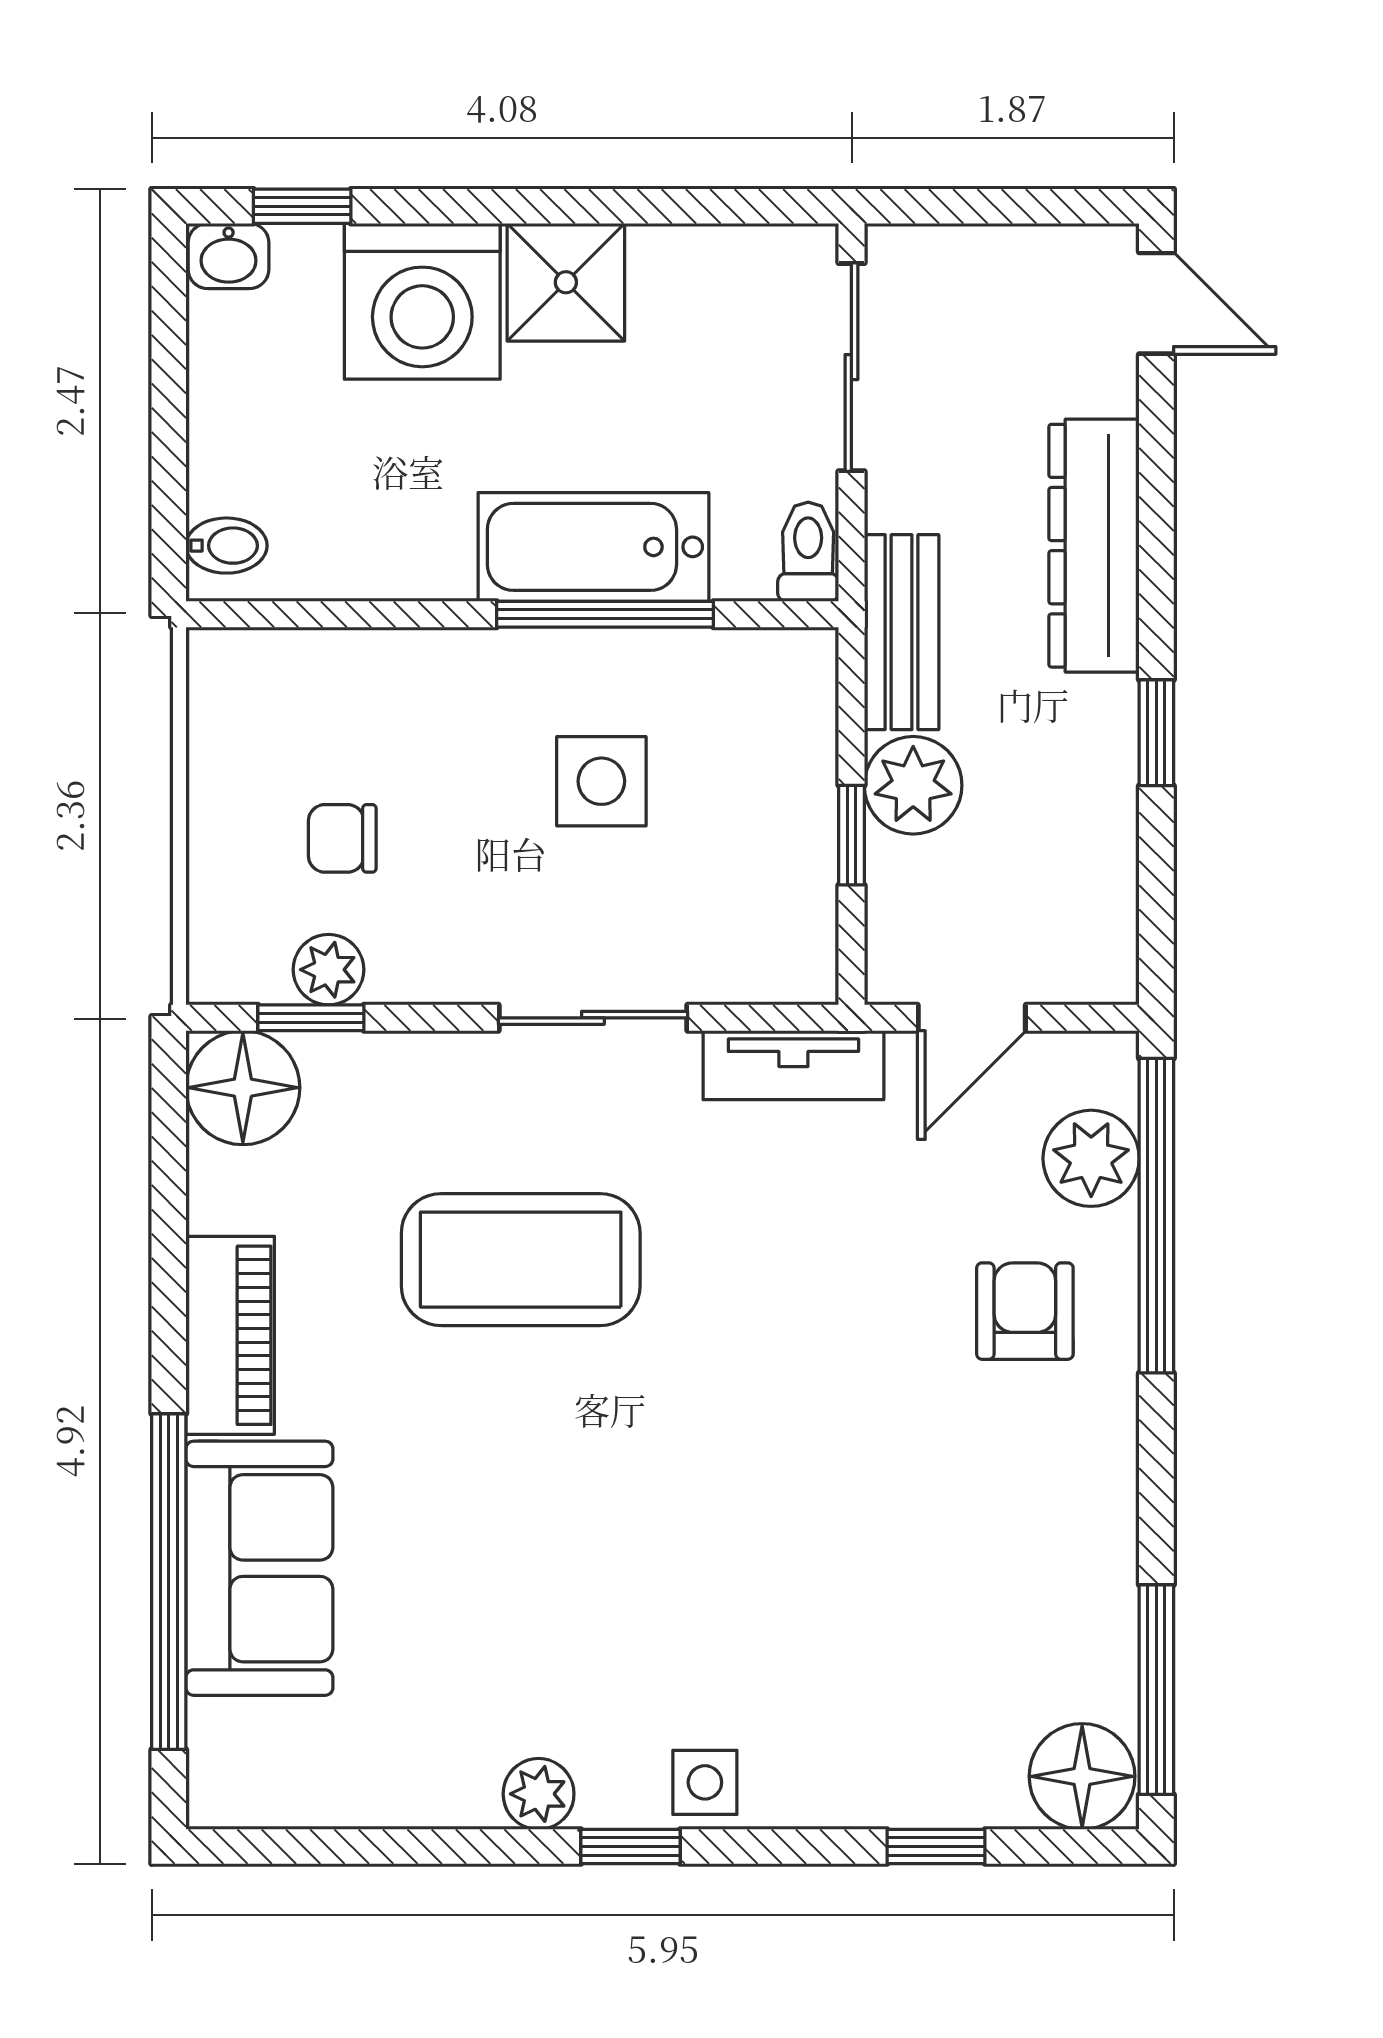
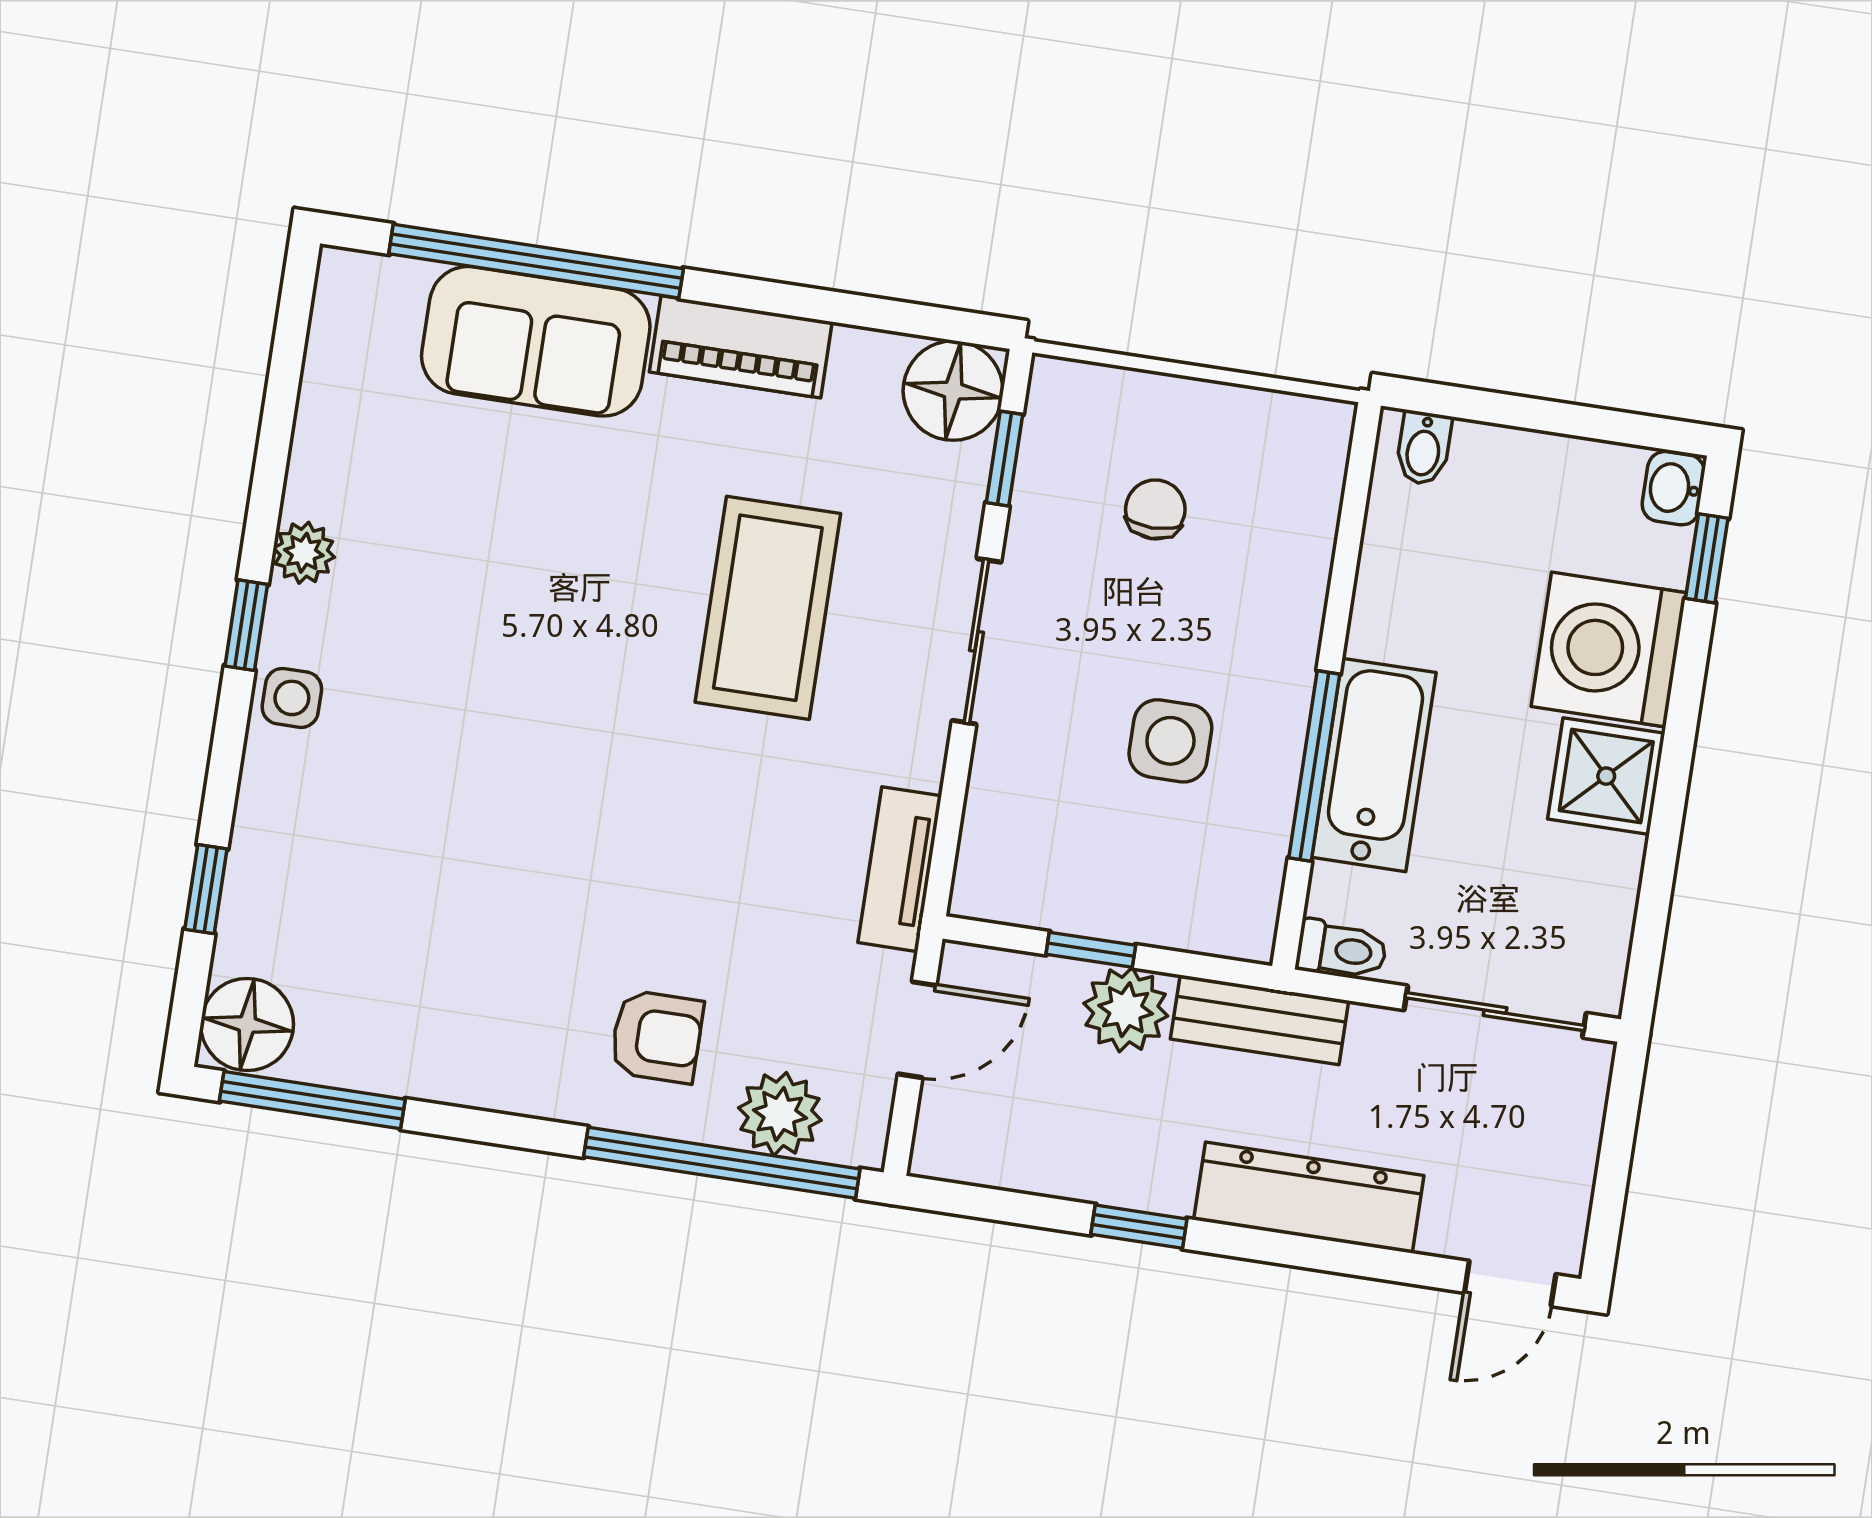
plant: (329, 970) -> (1044, 480), removed
sliding door: (593, 1018) -> (976, 641), moved
door: (972, 1018) -> (917, 1030), swing flipped

